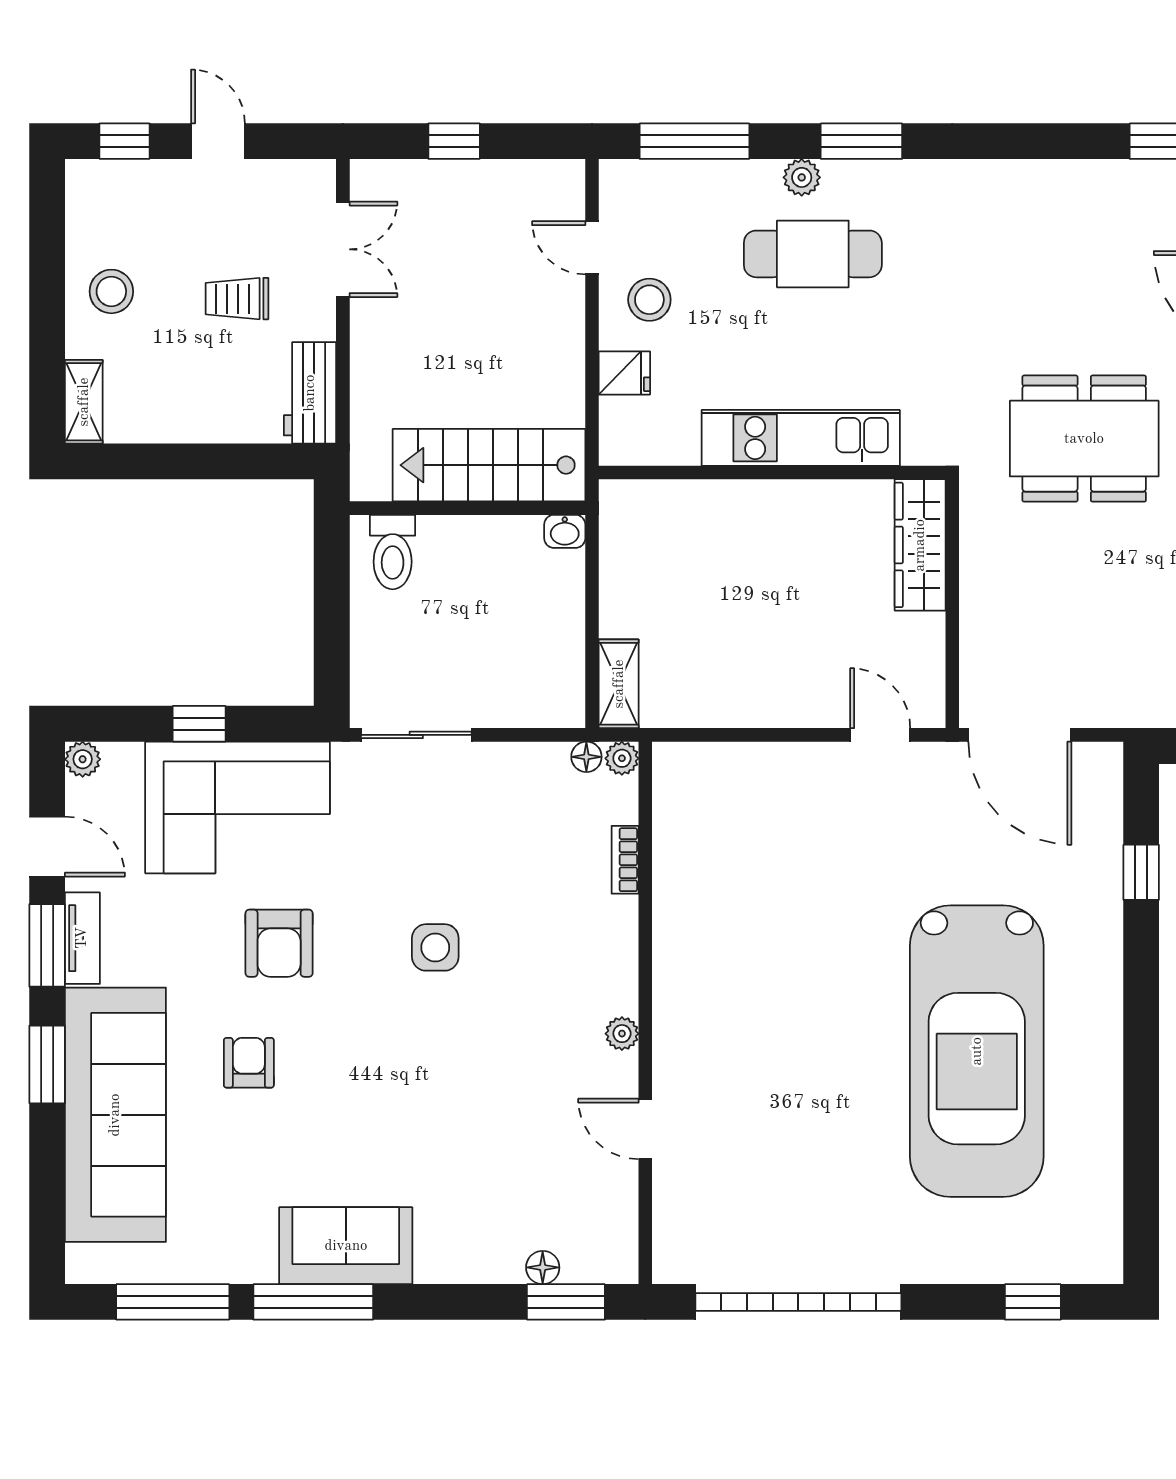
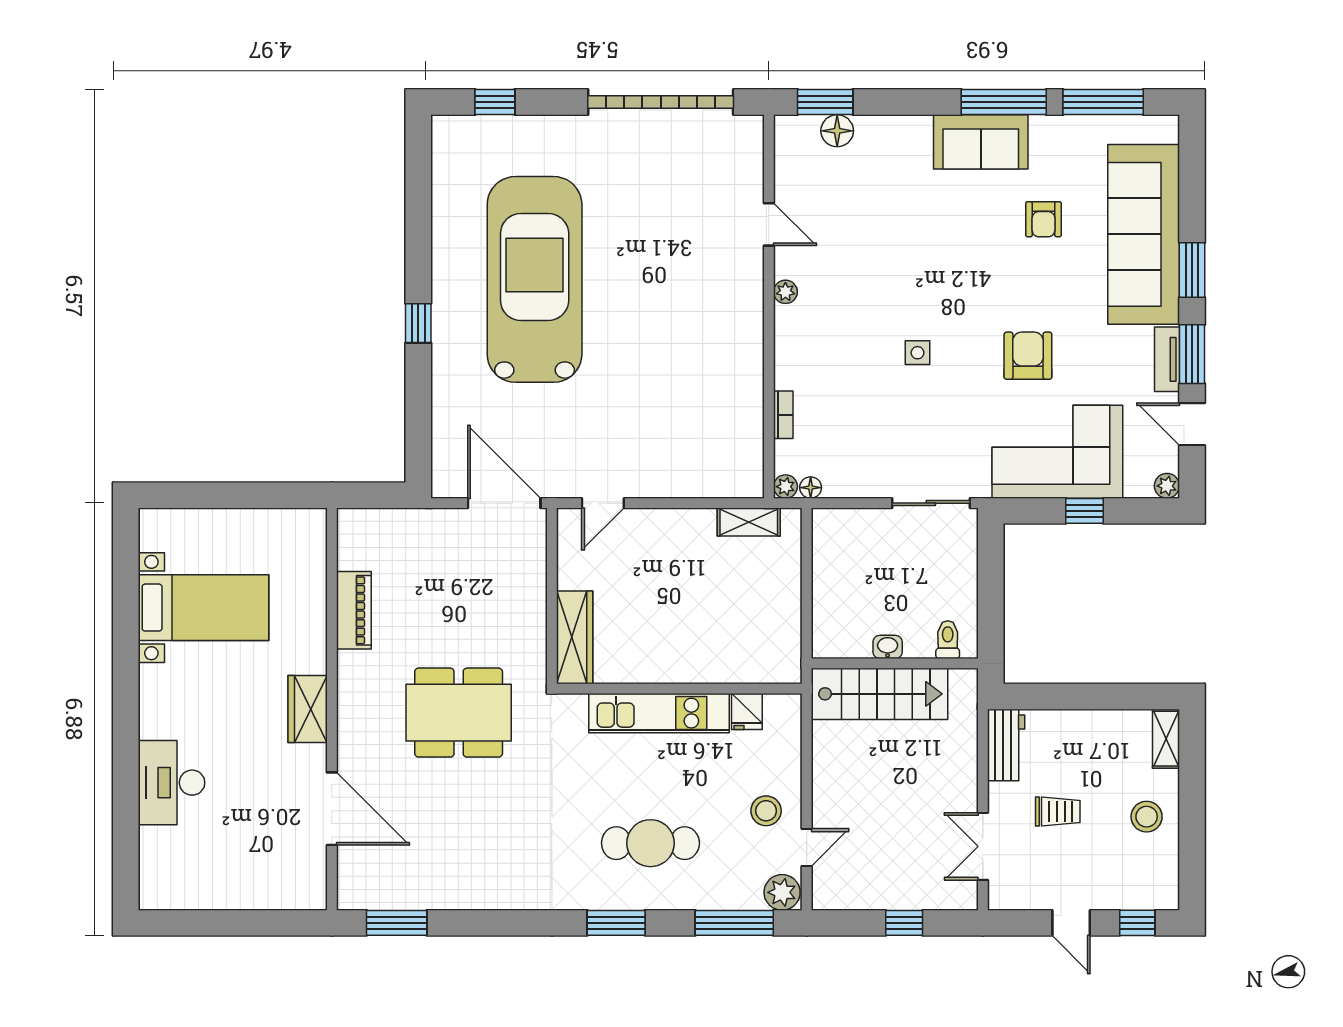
plant: (802, 177) -> (782, 892), moved, width x1.38, depth x1.38
door: (592, 248) -> (807, 848), hinge flipped
fridge: (624, 373) -> (747, 712), moved, turned -90
washbasin: (565, 531) -> (888, 647), moved
toilet: (393, 552) -> (948, 640), width x0.73, depth x0.72
shelving: (619, 684) -> (749, 522), moved, turned 90
door: (880, 735) -> (603, 503), hinge flipped
window: (1141, 872) -> (418, 323), moved
side table: (435, 947) -> (917, 353), width x0.73, depth x0.73
armchair: (249, 1063) -> (1043, 219), moved
floor lamp: (543, 1267) -> (837, 131), width x1.37, depth x1.37

